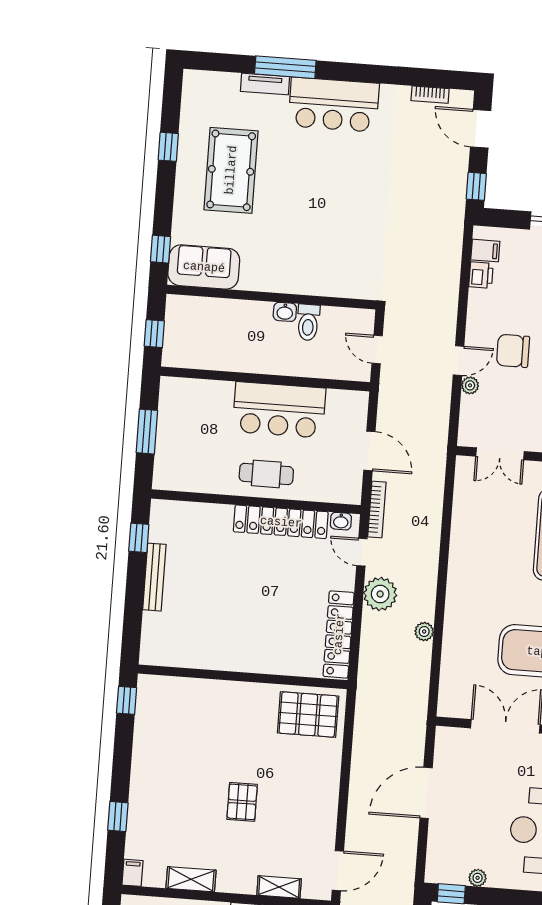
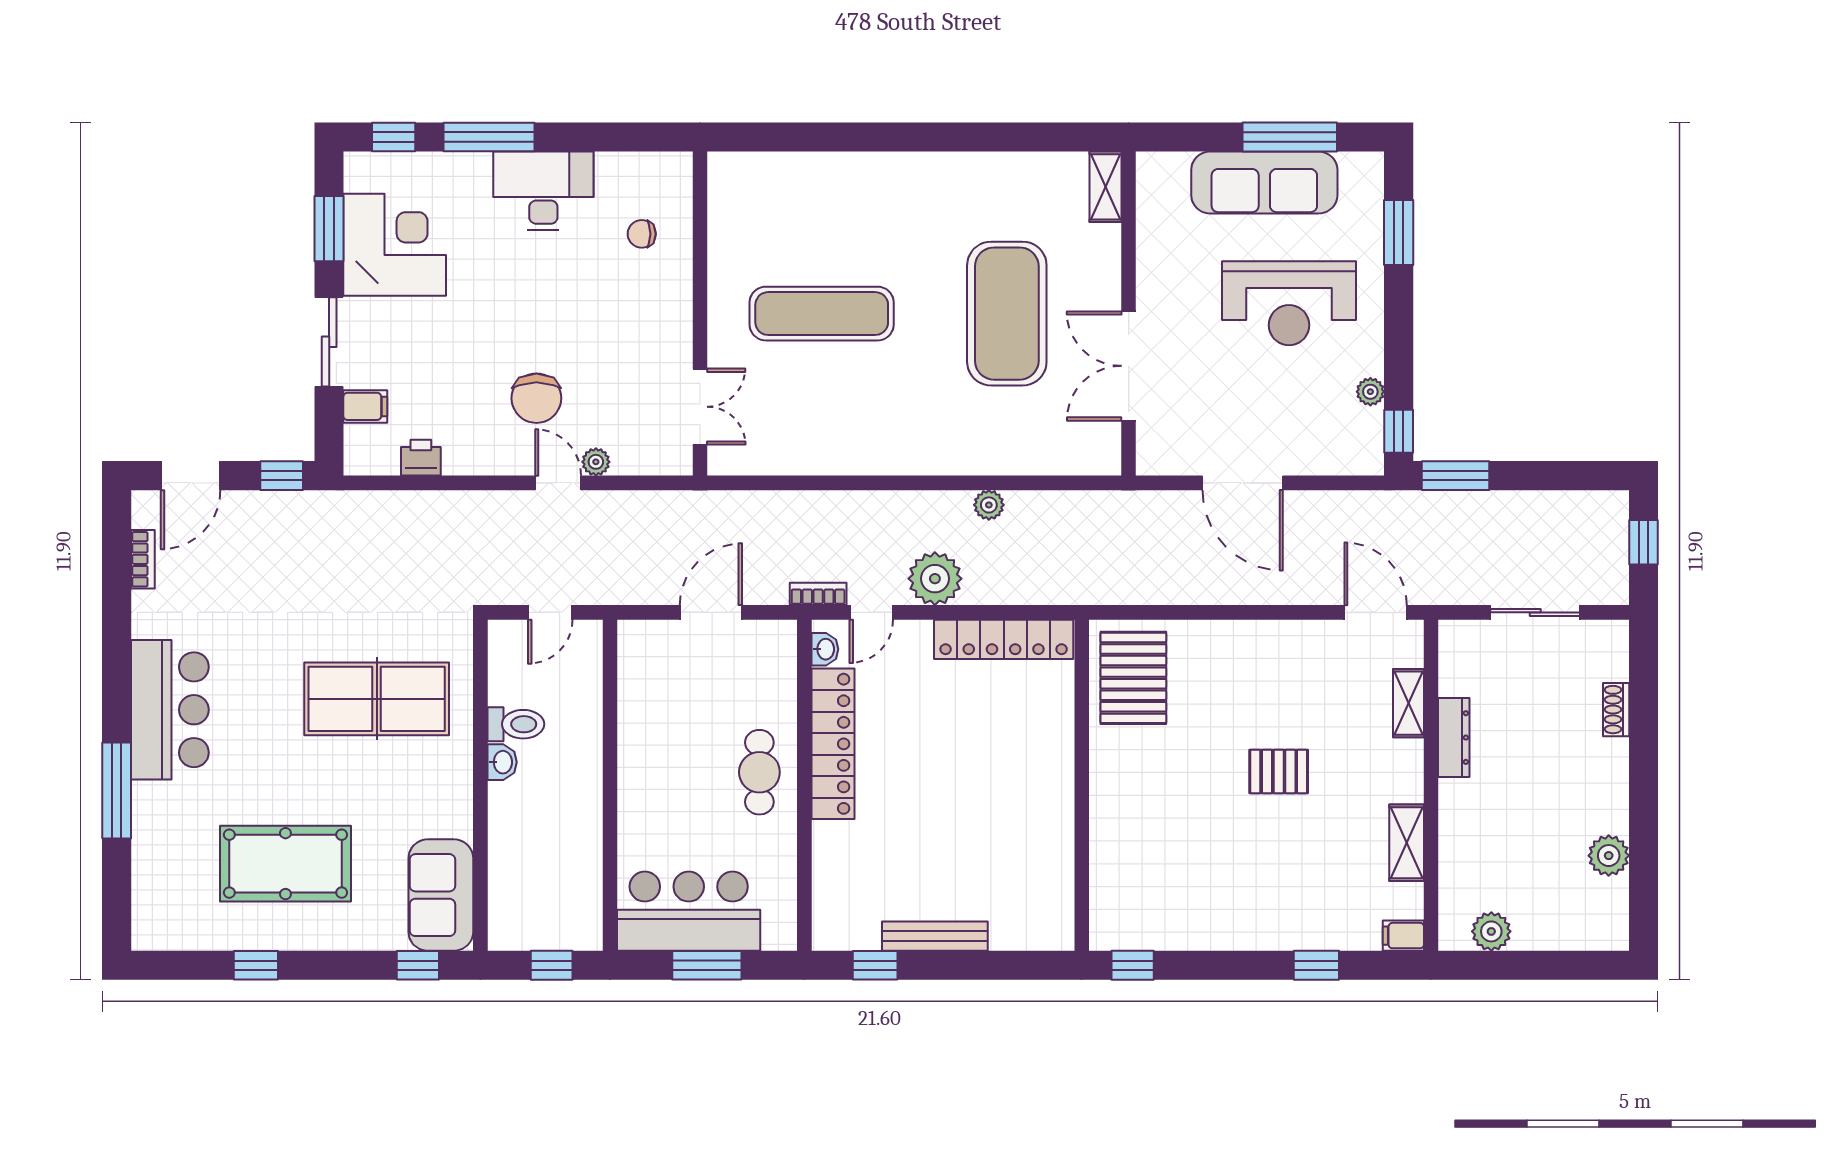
tv unit: (265, 84) -> (146, 820), removed
table tennis table: (331, 236) -> (377, 699), added
filing cabinet: (485, 251) -> (365, 406), moved, turned 90
bar counter: (279, 410) -> (689, 911), moved, turned -90
bookcase: (377, 509) -> (818, 594), width x0.64

